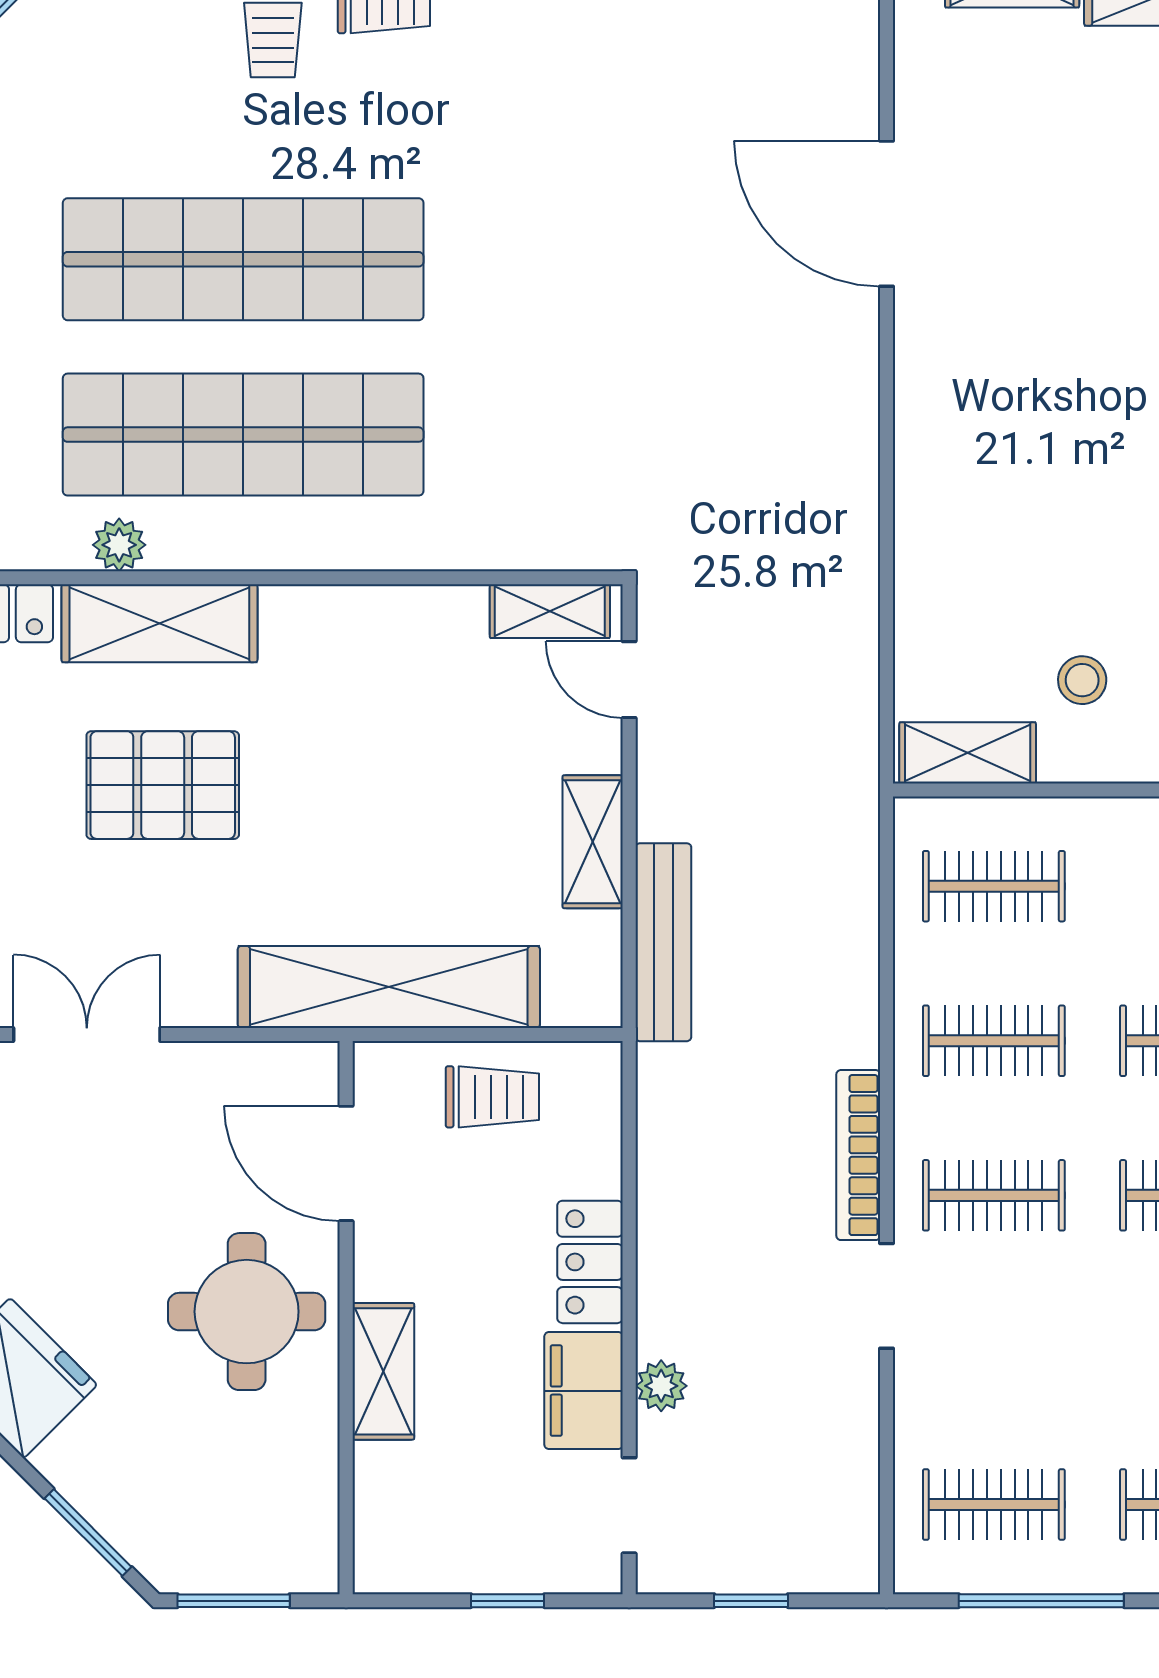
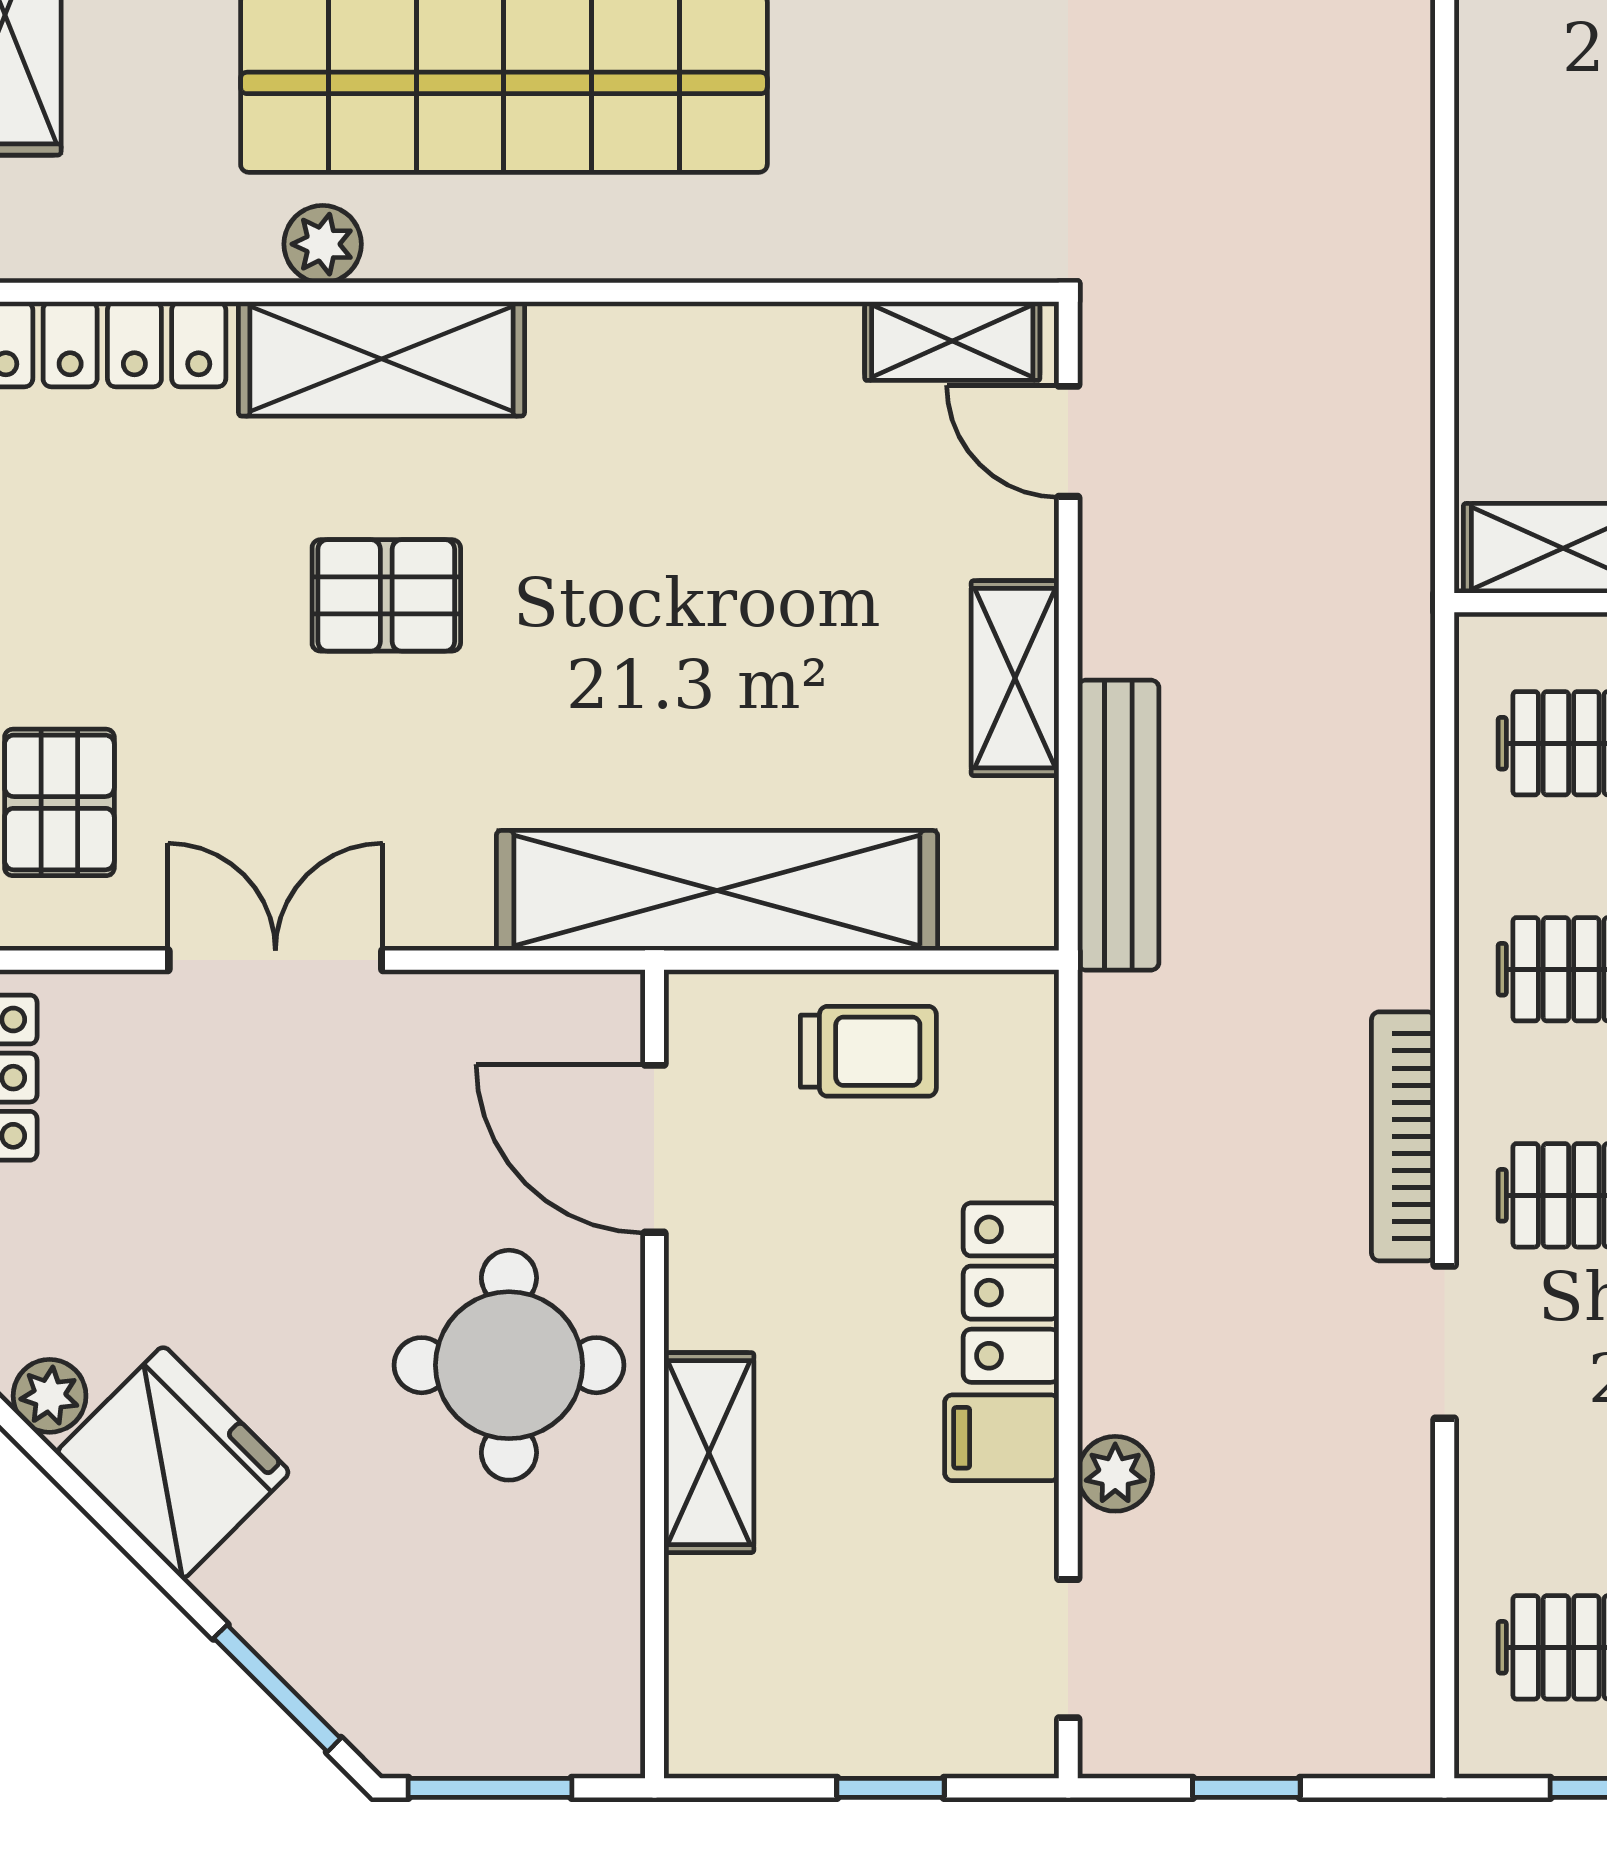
pallet: (163, 785) -> (386, 595), width x0.67, depth x0.71
filing cabinet: (584, 1391) -> (1002, 1438), width x0.50

